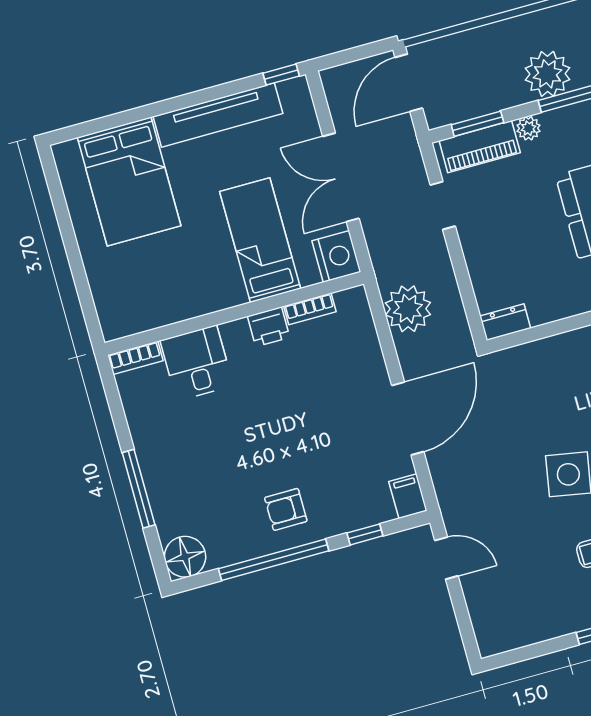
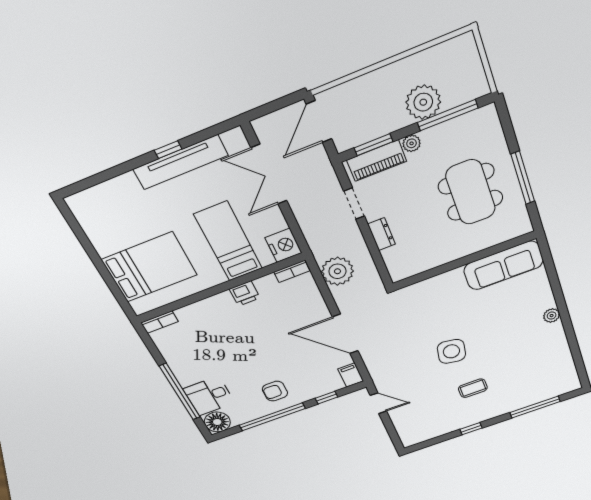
window: (281, 75) -> (168, 150), moved
double door: (341, 177) -> (269, 175), moved
bed: (129, 182) -> (149, 267), moved, turned -90
bookcase: (310, 309) -> (292, 271), moved
dresser: (505, 322) -> (382, 234), moved, turned 90
desk: (197, 363) -> (209, 396), moved, turned -90
door: (408, 419) -> (345, 334), swing flipped
window: (139, 489) -> (180, 392), width x1.46

